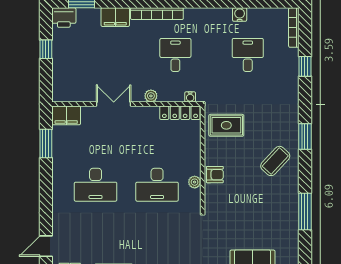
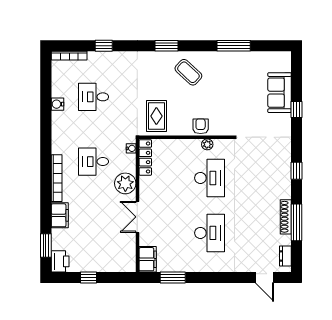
plant: (151, 96) -> (125, 183), width x1.87, depth x1.87

